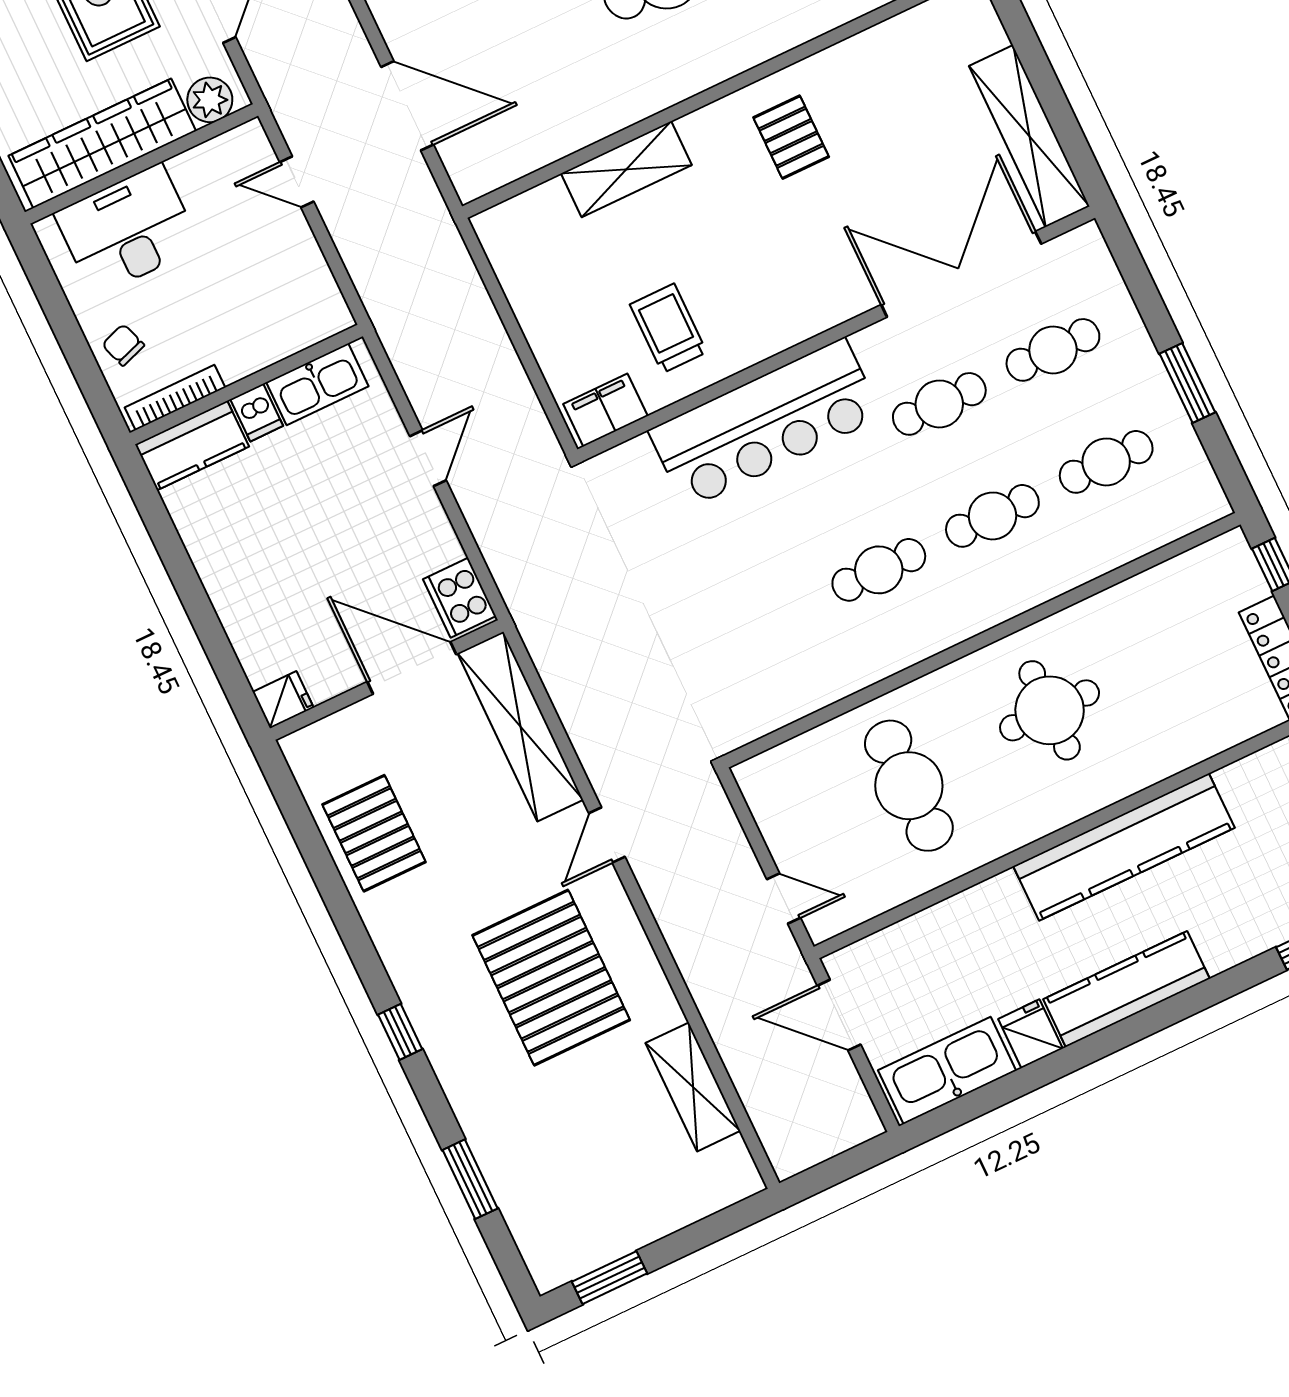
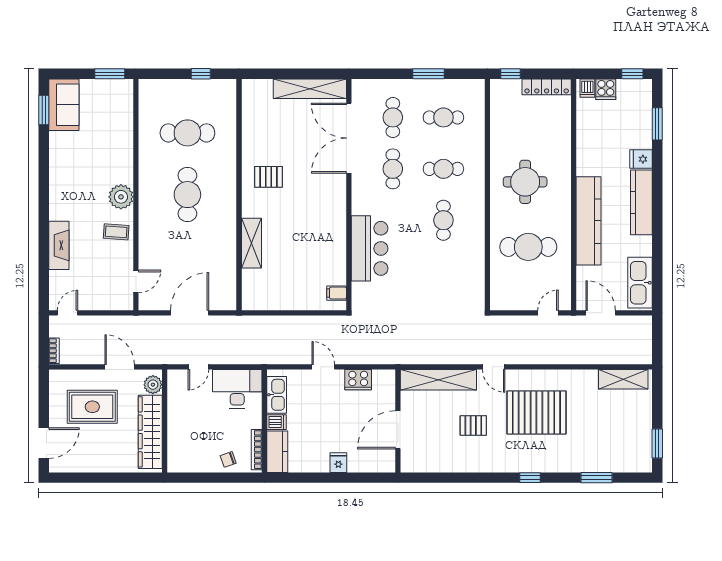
desk: (127, 230) -> (237, 389), moved, turned 90
trolley: (668, 328) -> (317, 256), removed
filing cabinet: (605, 410) -> (337, 293), width x0.50
bar counter: (765, 424) -> (370, 248), width x0.73
cafe table: (1106, 462) -> (443, 117), turned 90
cafe table: (992, 516) -> (443, 169), turned 90
cooker: (459, 598) -> (358, 380), moved
door: (412, 668) -> (398, 430), moved
fridge: (283, 700) -> (338, 463), moved
pallet: (374, 833) -> (473, 426), moved, width x0.67, depth x0.71
kitchen counter: (1124, 847) -> (589, 221), moved
door: (839, 1015) -> (601, 313), swing flipped
fridge: (1030, 1034) -> (641, 159), moved
shelving: (693, 1087) -> (623, 379), moved

